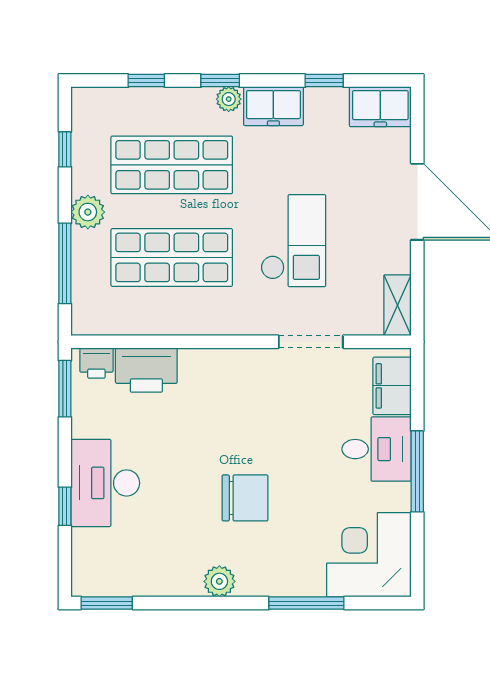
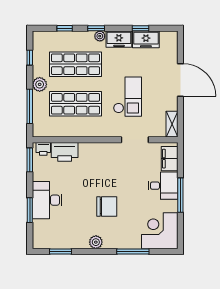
freezer: (380, 107) -> (146, 39), moved
window: (65, 506) -> (30, 210), width x1.50
window: (107, 603) -> (60, 251), moved

